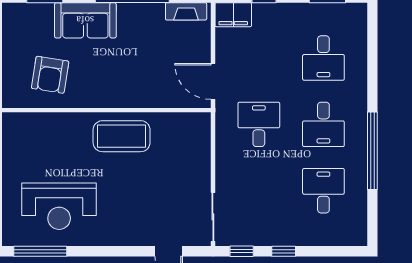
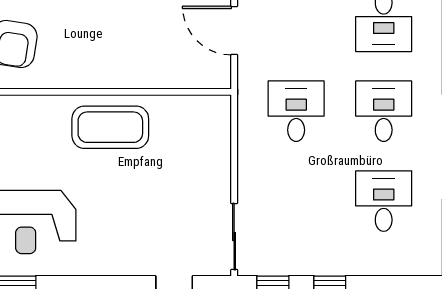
door: (213, 81) -> (234, 30), moved
desk: (323, 124) -> (384, 111), turned 180

